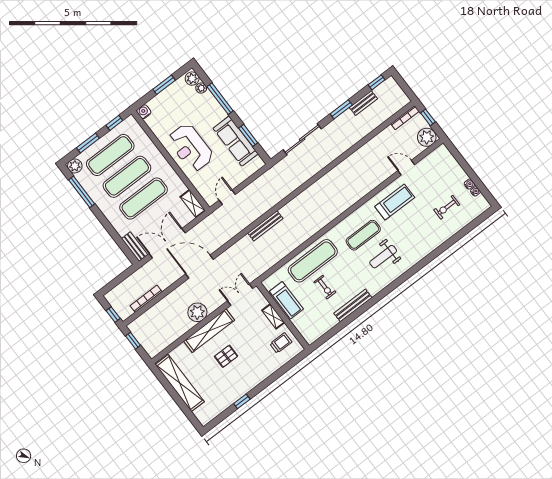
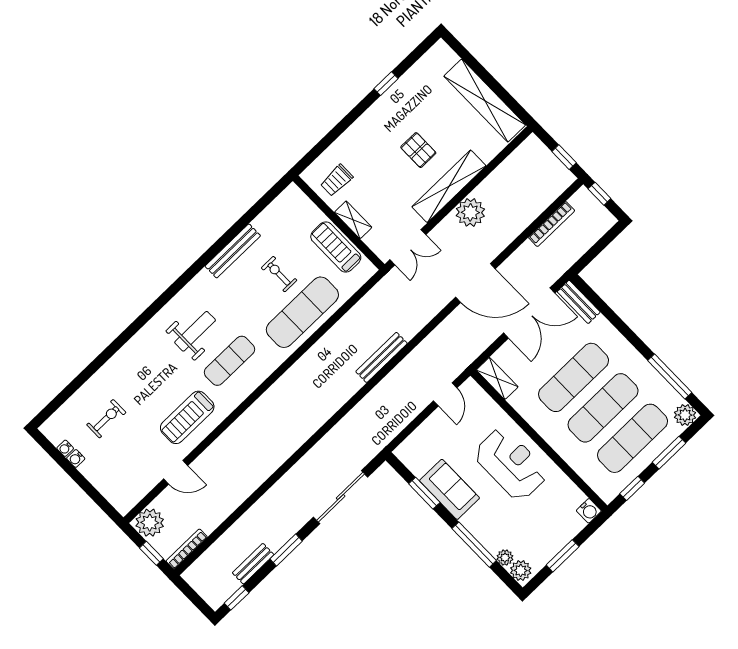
sofa: (236, 141) -> (450, 489), width x0.73
pallet: (226, 356) -> (418, 150), turned 90

